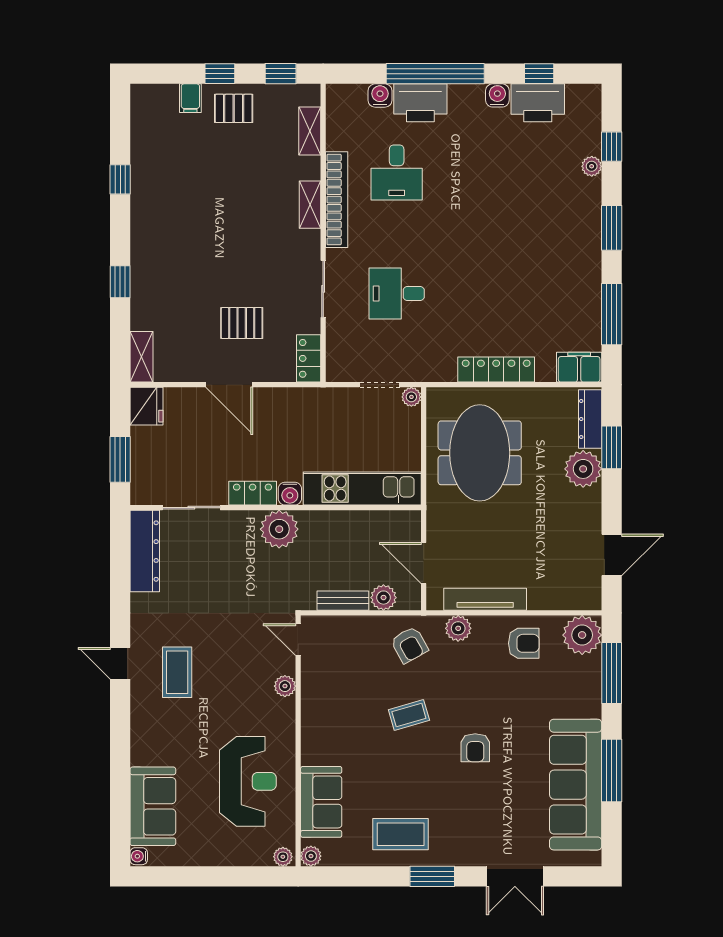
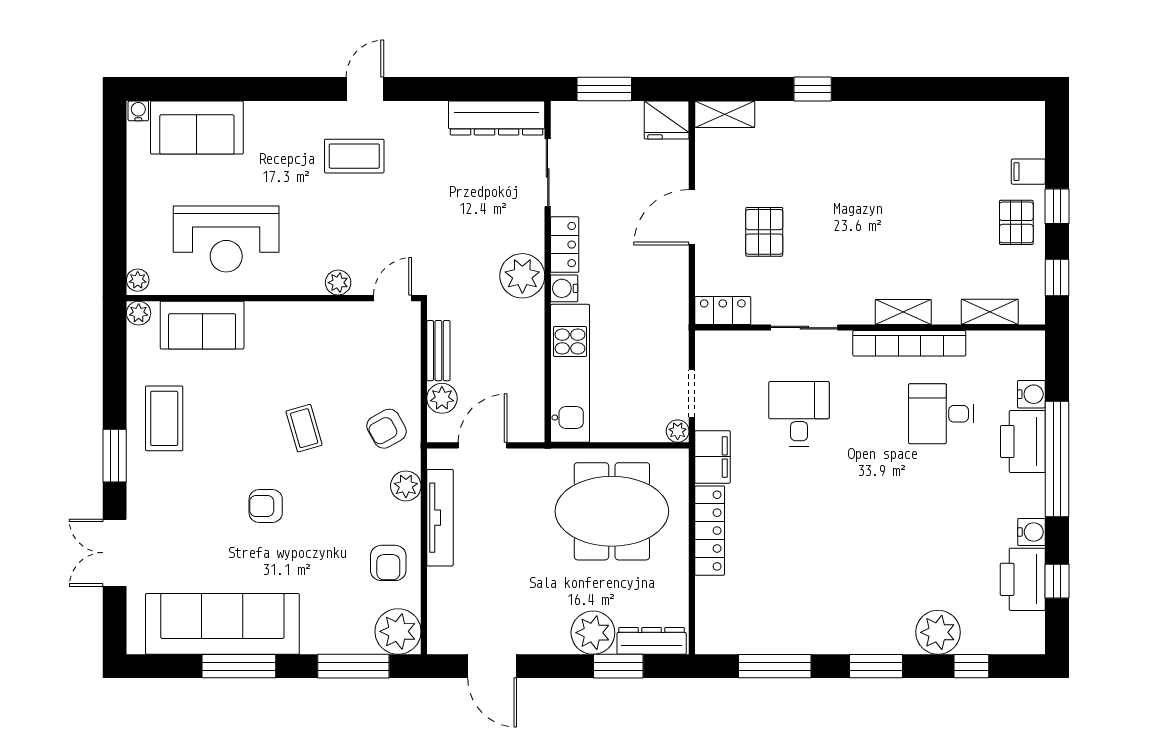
plant: (592, 166) -> (938, 632), width x1.87, depth x1.87
window: (120, 179) -> (933, 89), removed
filing cabinet: (579, 367) -> (712, 457), moved

